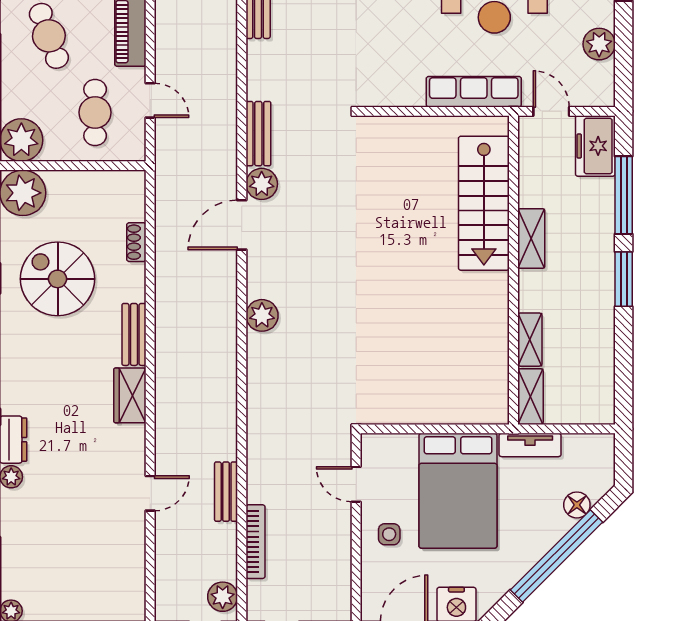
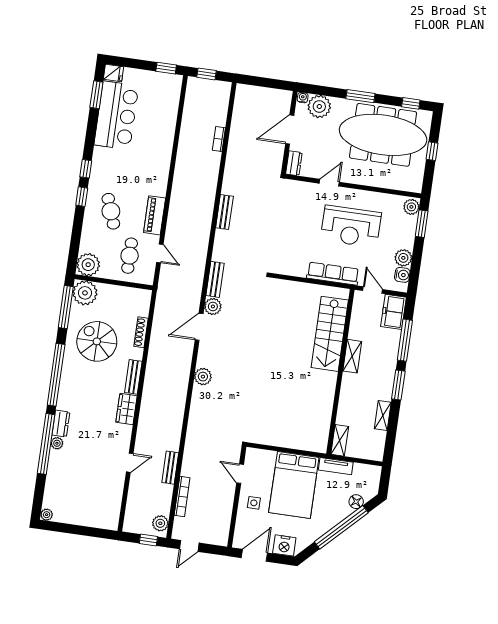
water cooler: (602, 76) -> (402, 275), added
shoe rack: (136, 242) -> (141, 332), width x1.43
shelving: (530, 340) -> (383, 416), moved

